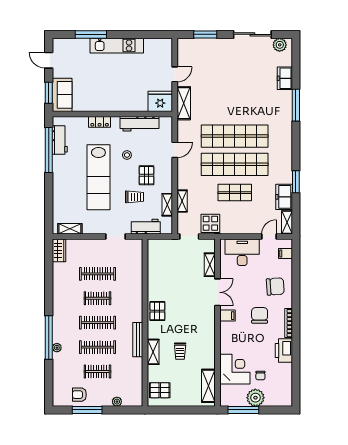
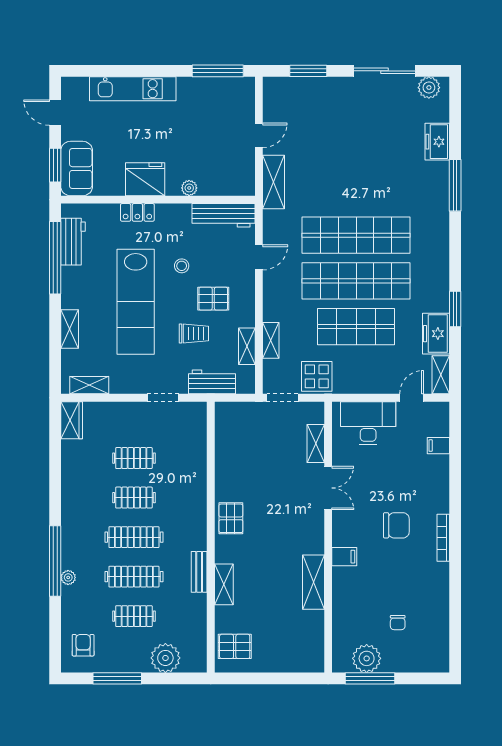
window: (91, 34) -> (218, 71), moved
kitchen unit: (117, 46) -> (133, 89), moved
fridge: (160, 101) -> (145, 179), moved
plant: (132, 107) -> (189, 188), added
workbench: (140, 124) -> (224, 215), moved
pallet: (146, 175) -> (213, 299), turned 90
shop shelf: (235, 193) -> (356, 327), width x1.43, depth x1.36
shelving: (58, 194) -> (70, 329), added
filing cabinet: (286, 254) -> (438, 446), moved
clothes rail: (97, 274) -> (134, 458), width x0.73
chair: (275, 286) -> (422, 479), removed
chair: (260, 315) -> (396, 525), turned 90
filing cabinet: (227, 316) -> (344, 557), moved
bench: (138, 340) -> (199, 572), width x0.73
printer: (284, 350) -> (436, 582), removed
trolley: (180, 351) -> (268, 583), removed
corner desk: (235, 369) -> (356, 612), removed
shelving: (208, 386) -> (313, 582), moved
armchair: (79, 395) -> (83, 645), moved, turned 90
plant: (255, 398) -> (367, 658), moved
plant: (117, 402) -> (165, 658), width x1.88, depth x1.88

